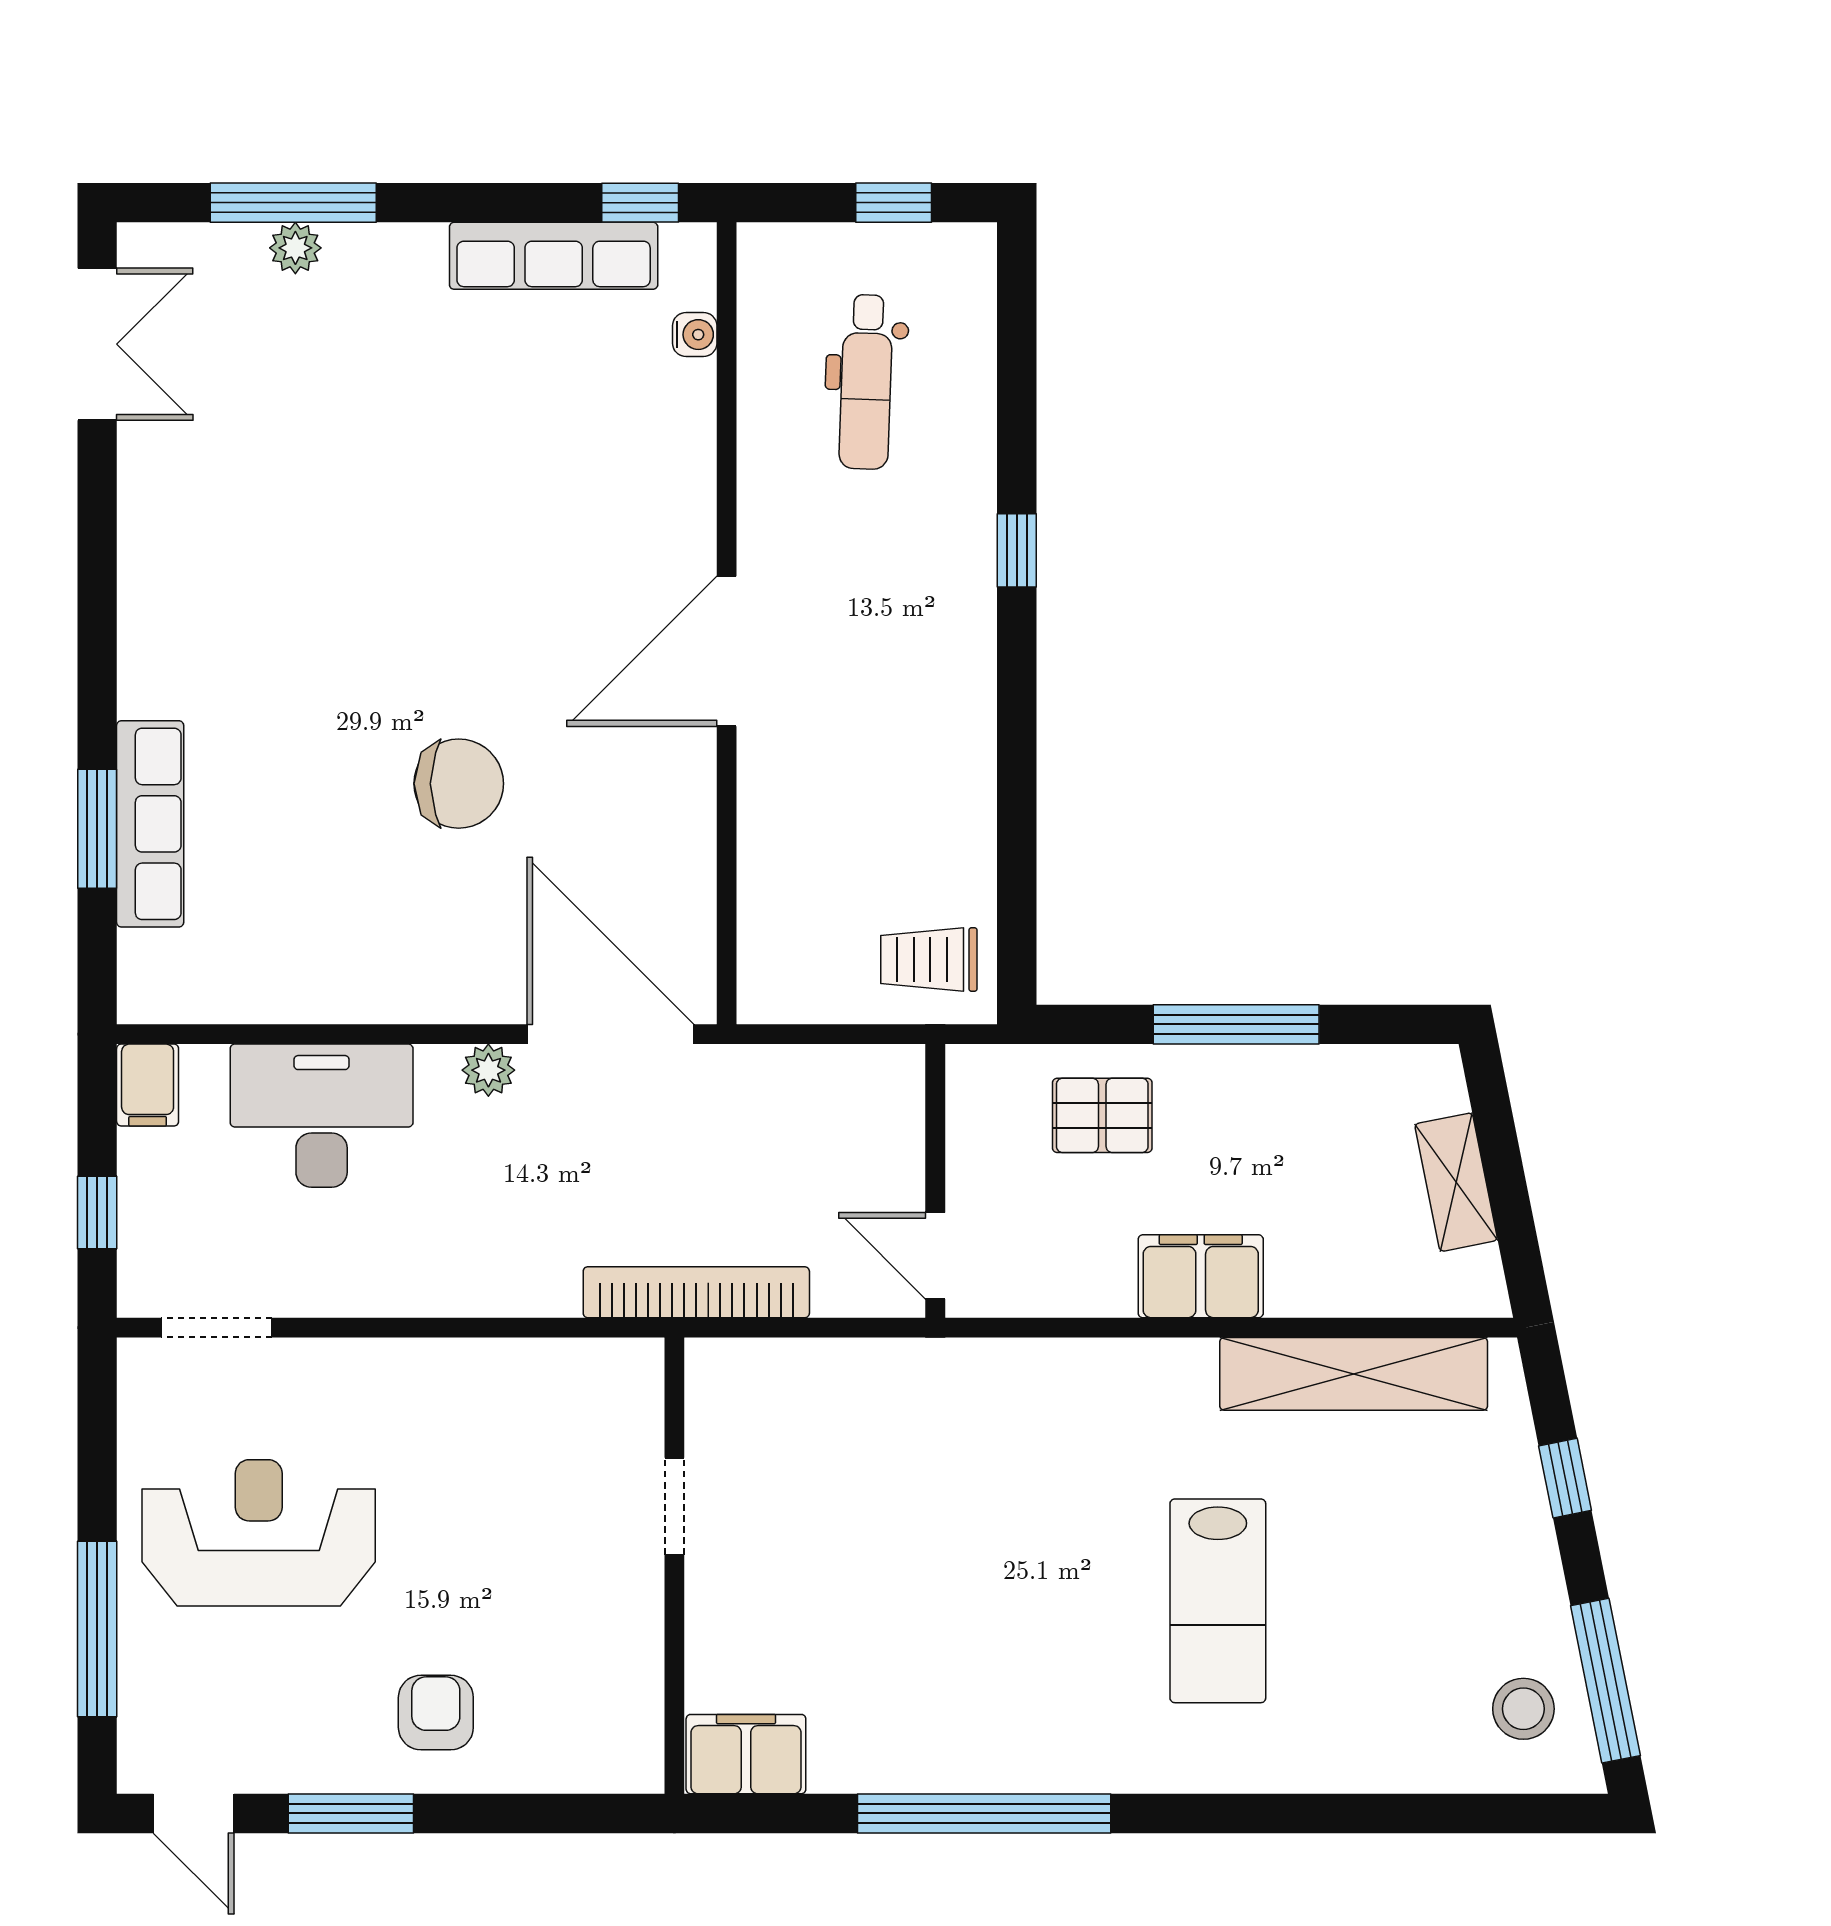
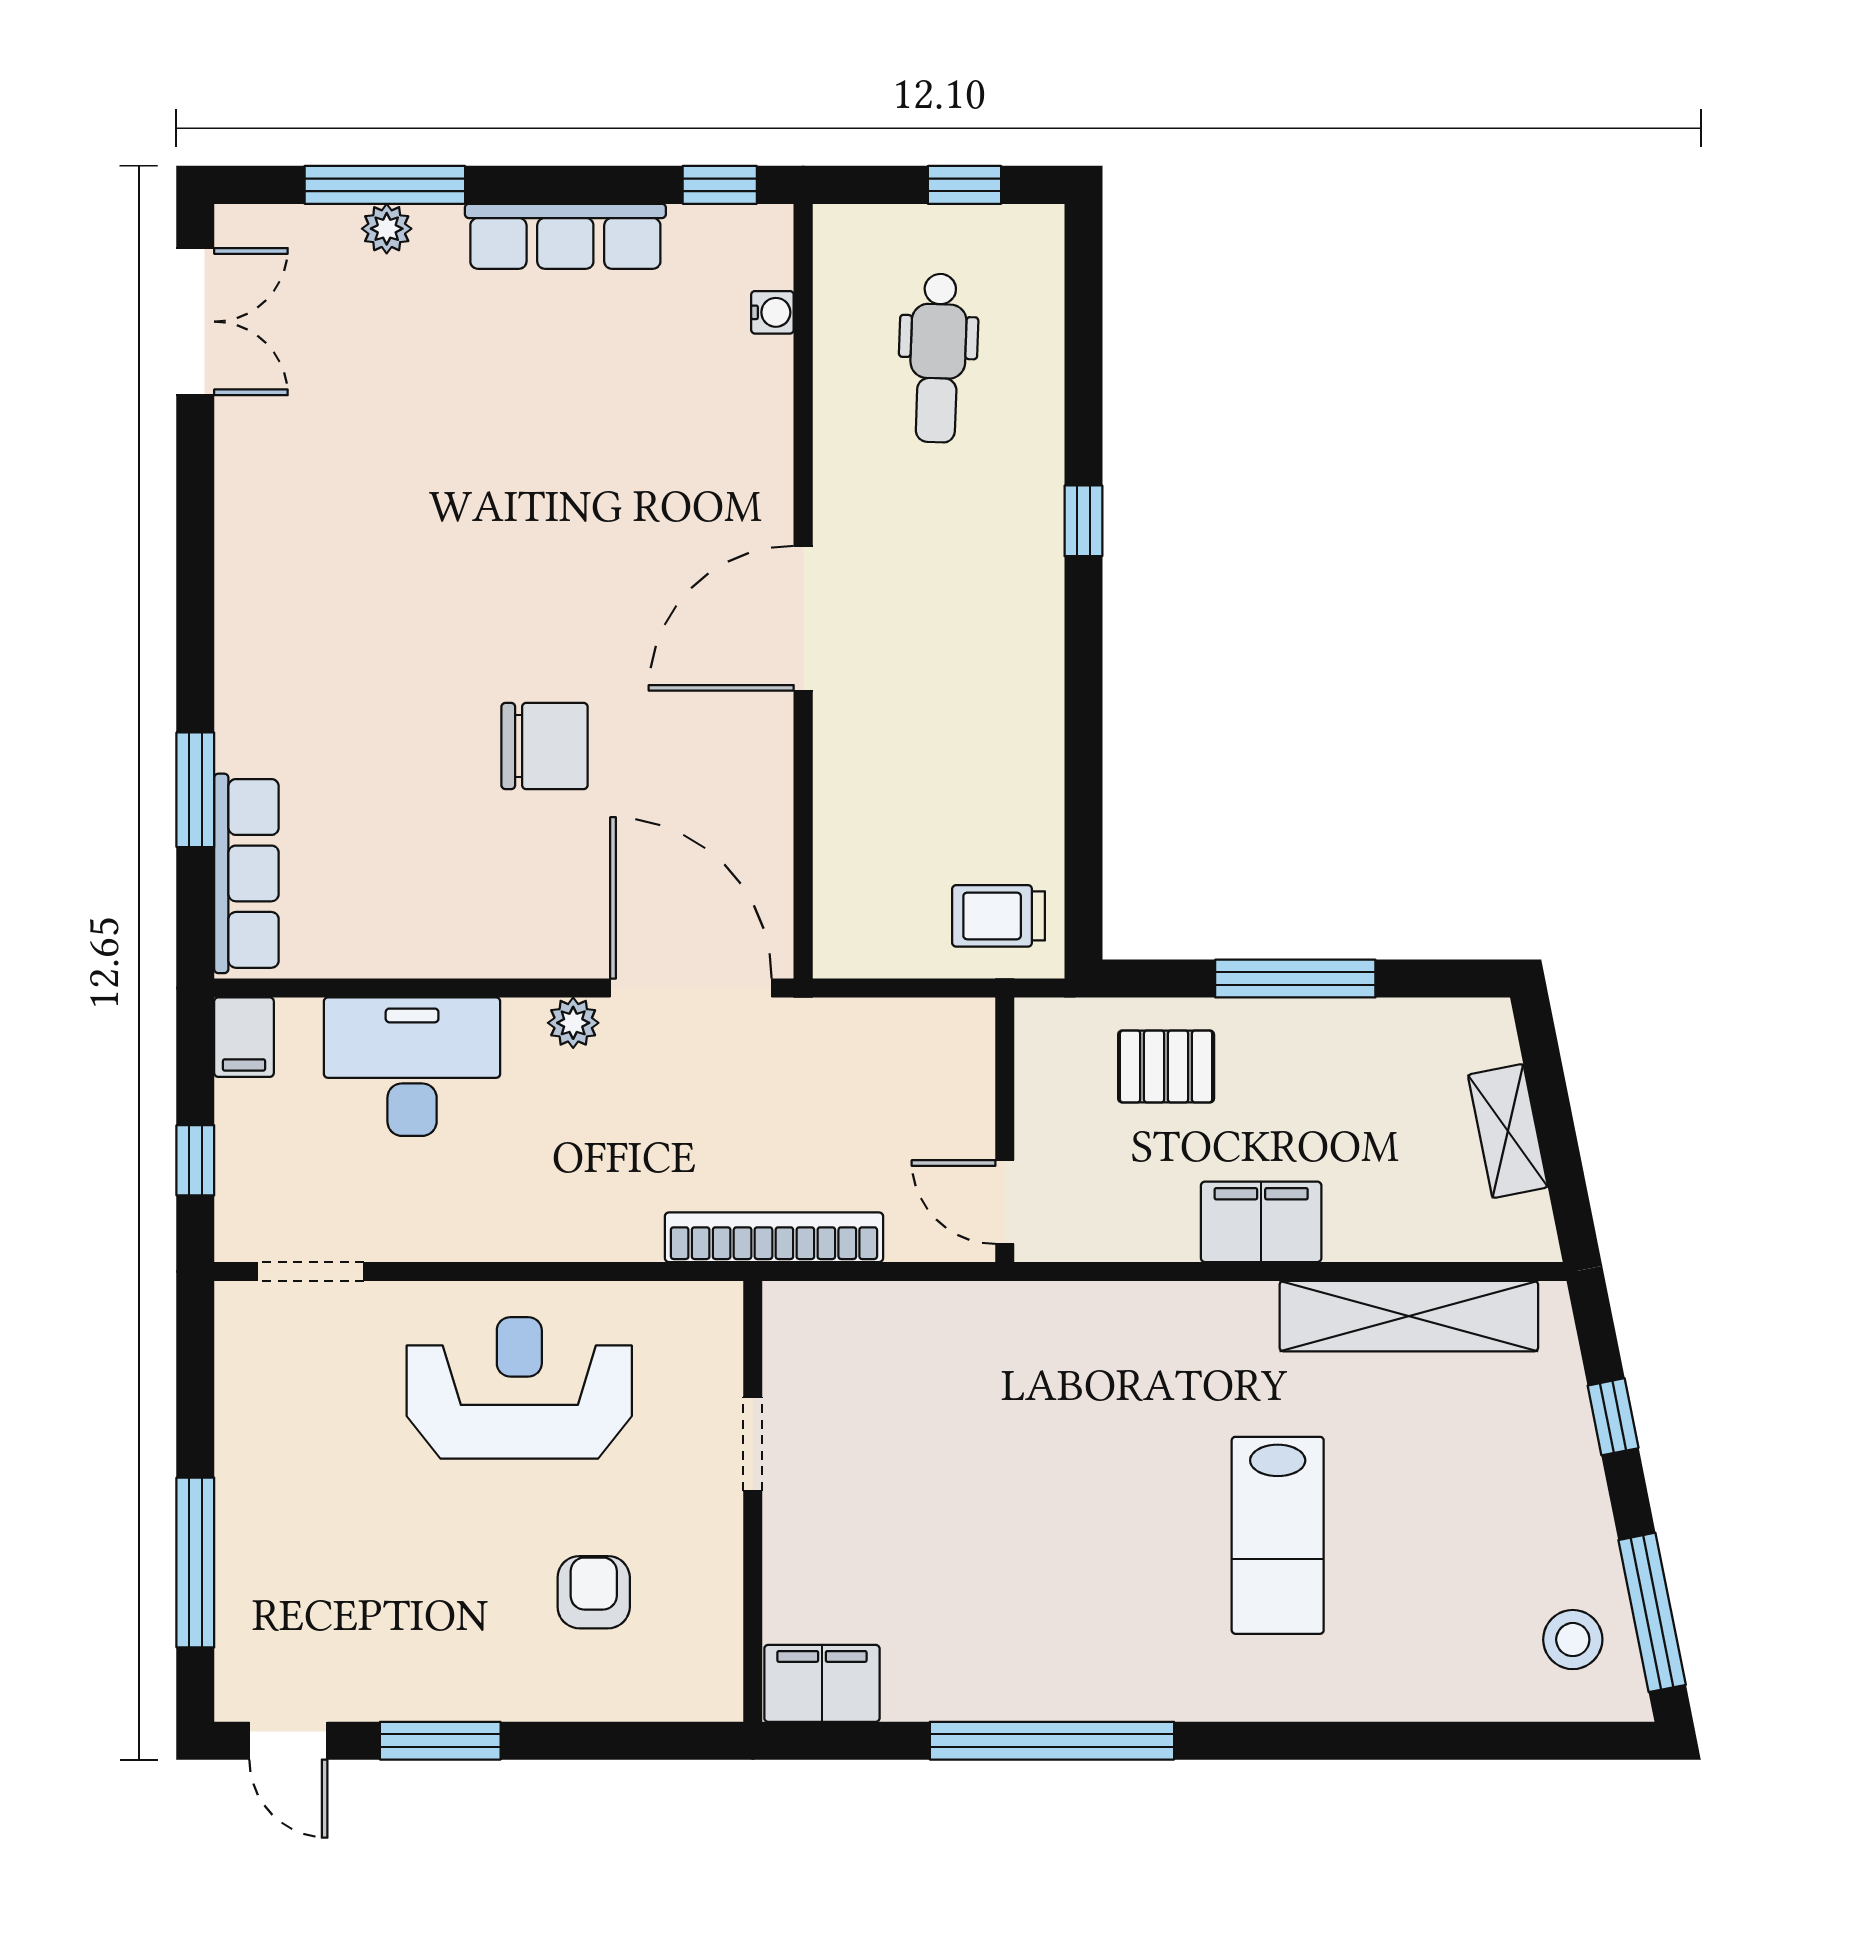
row of seats: (554, 256) -> (565, 236), moved
row of seats: (150, 824) -> (246, 873), moved
reception desk: (259, 1533) -> (519, 1388), moved
armchair: (436, 1713) -> (594, 1592), moved

